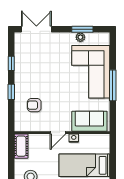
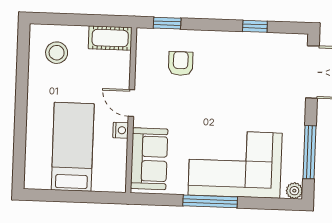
window: (82, 29) -> (310, 152), width x1.44
plant: (80, 37) -> (294, 191), moved
window: (11, 92) -> (167, 23), moved

